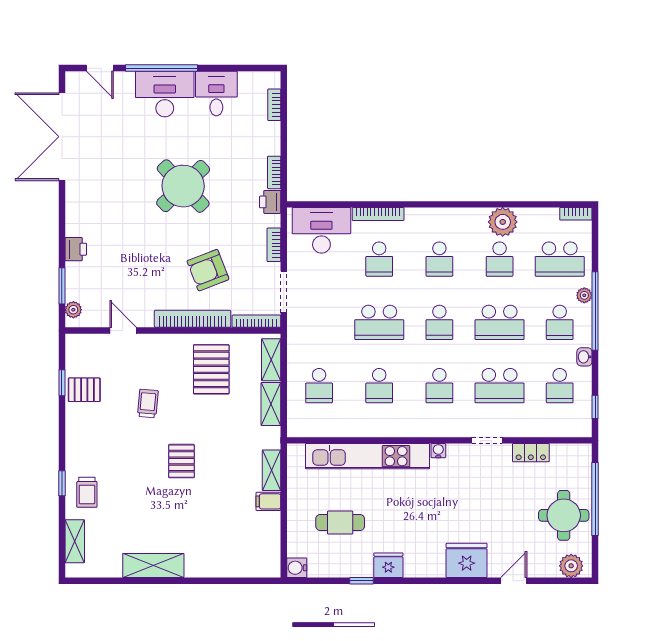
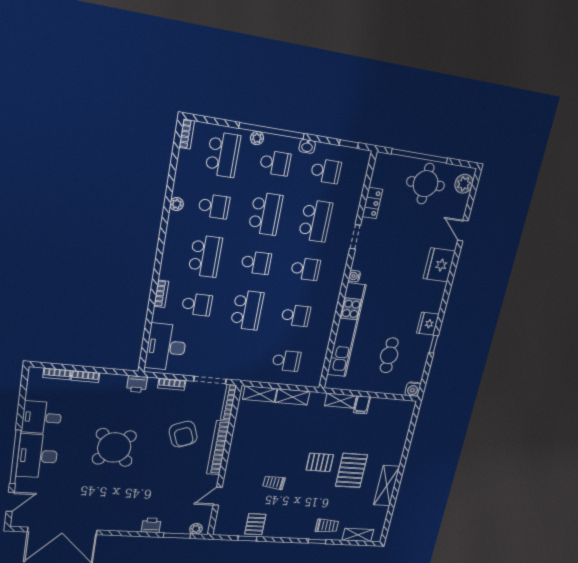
bookcase: (274, 172) -> (85, 377), moved
bookcase: (378, 214) -> (161, 294), width x0.64
plant: (503, 222) -> (177, 204), width x0.53, depth x0.53
school desk: (439, 259) -> (205, 256), width x1.85
pallet: (211, 369) -> (351, 470), moved, turned 90

